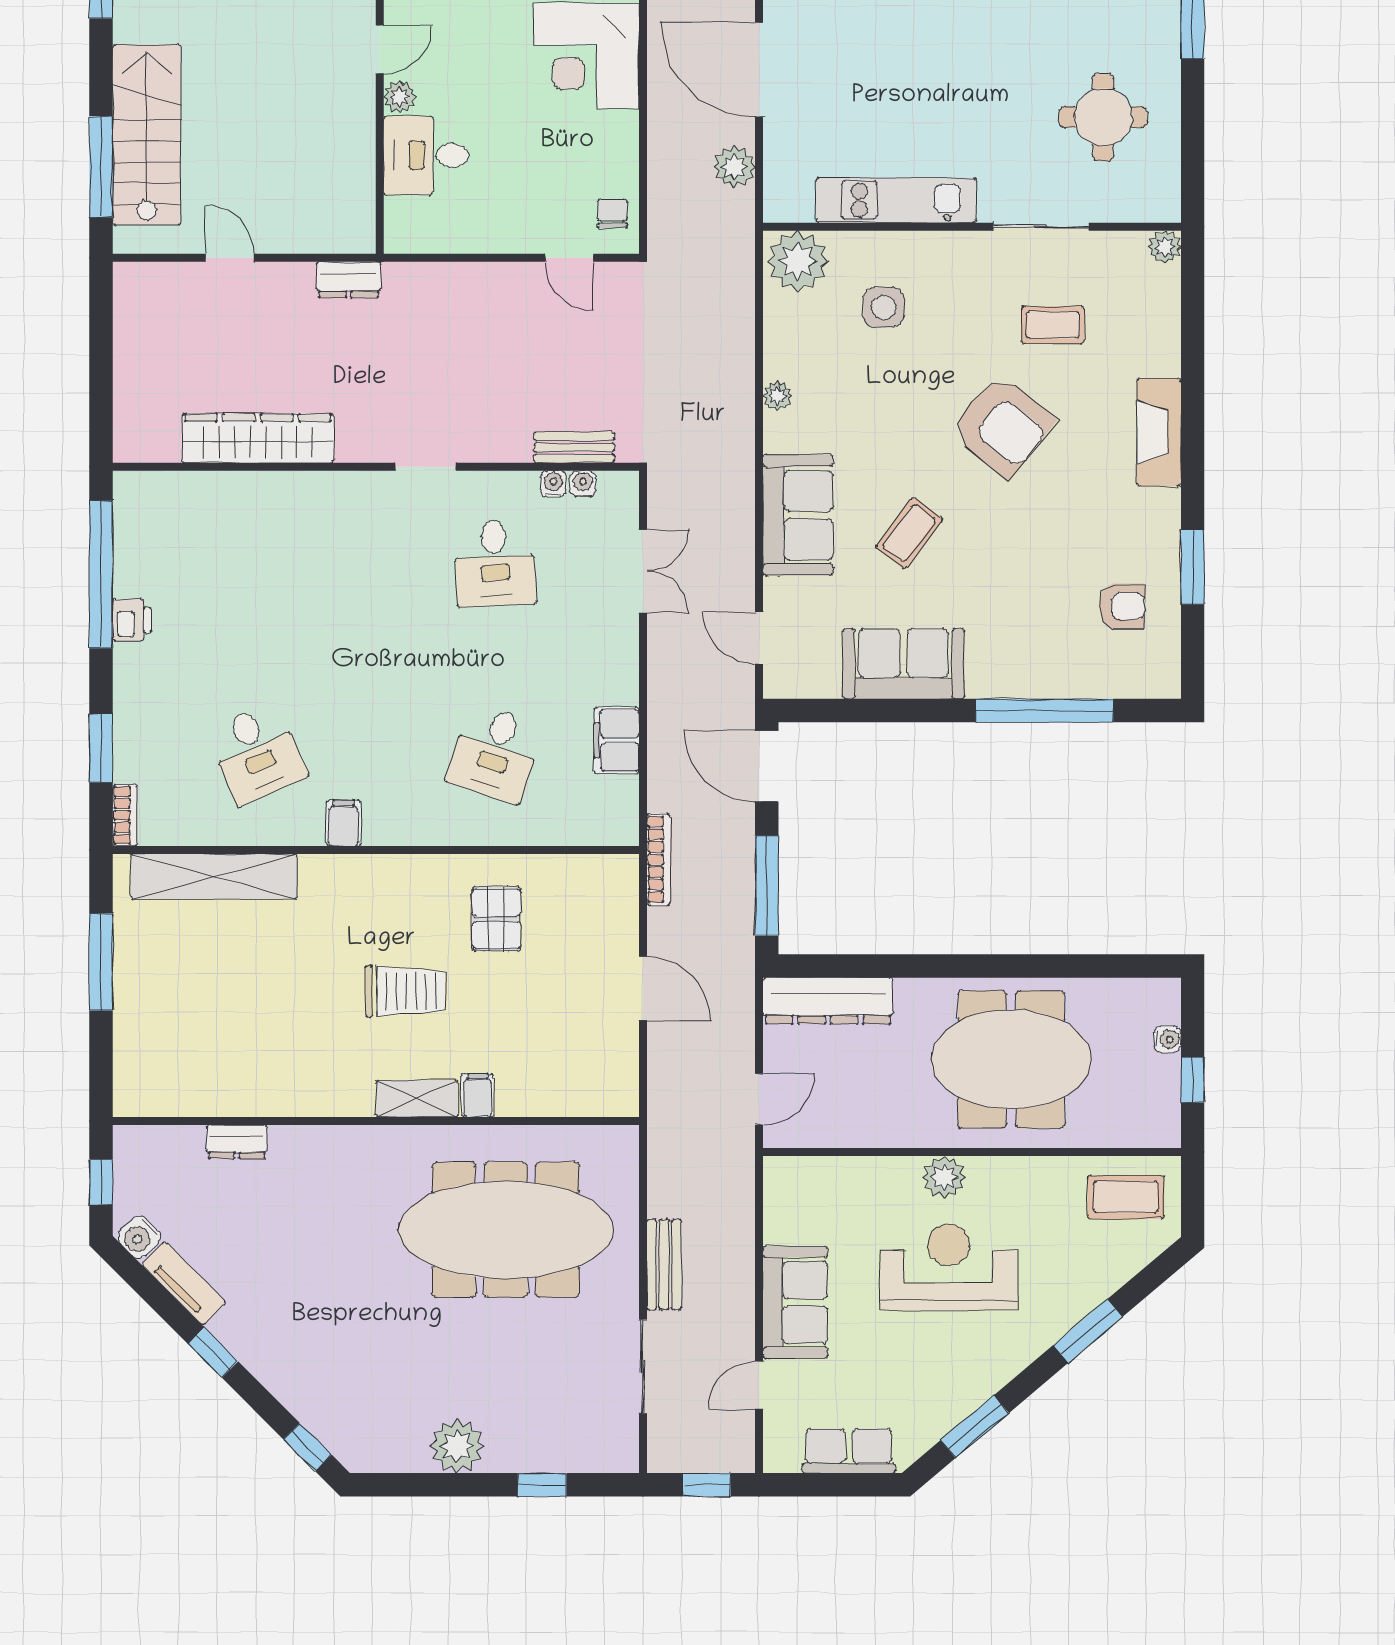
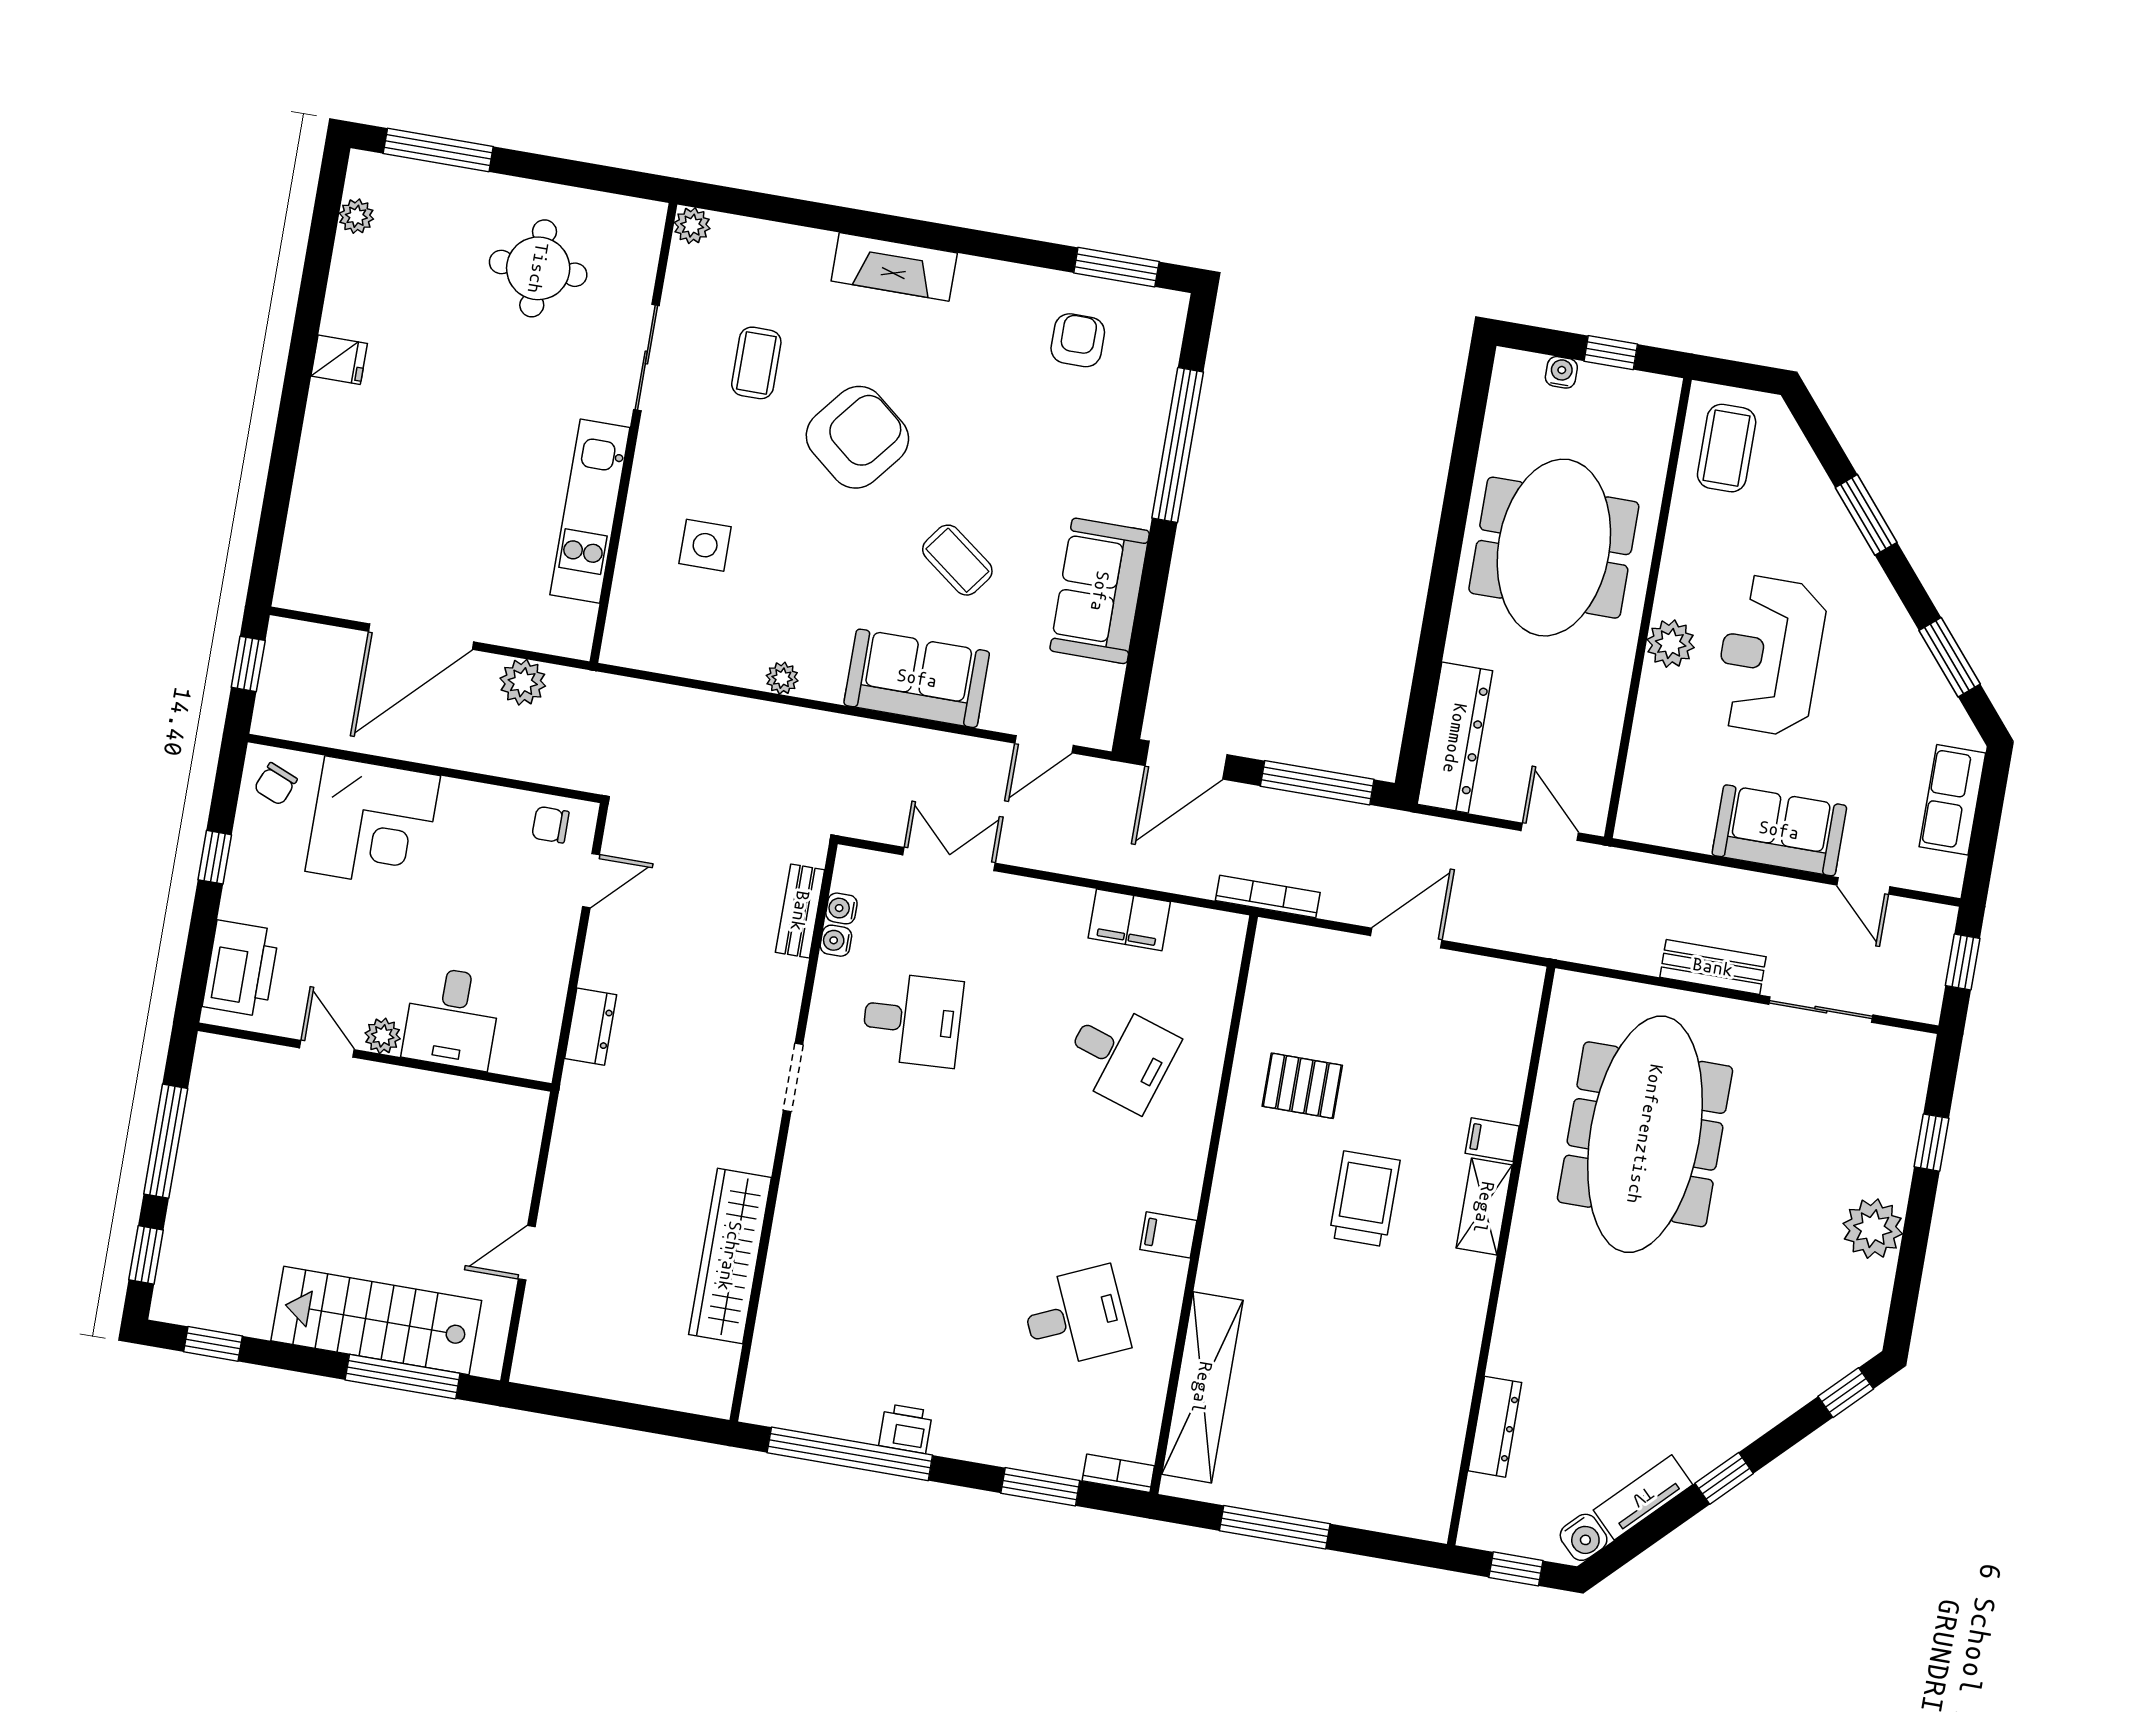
plant: (798, 261) -> (638, 630), removed
dresser: (349, 280) -> (591, 1027), moved
window: (1193, 567) -> (1116, 267), moved
dresser: (237, 1142) -> (1495, 1427), width x1.44

